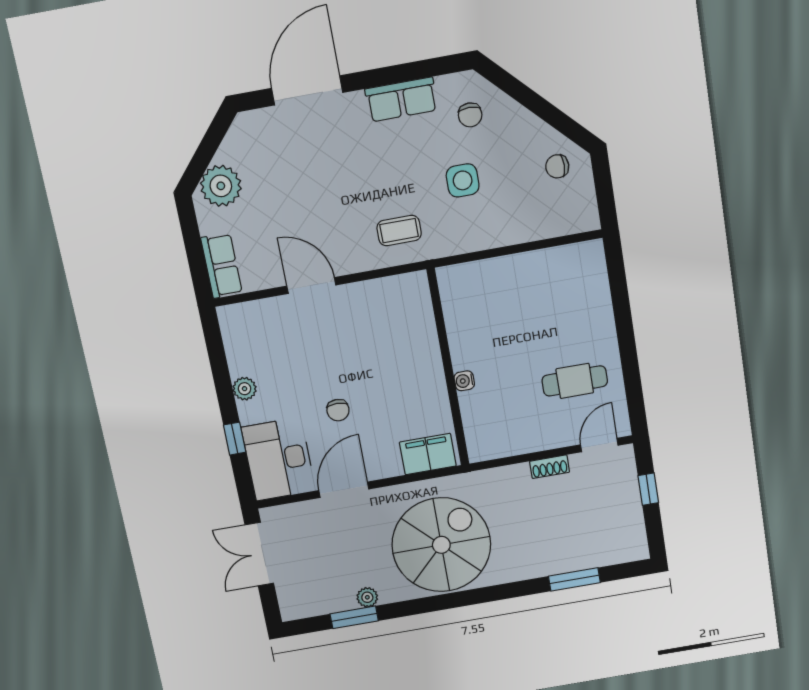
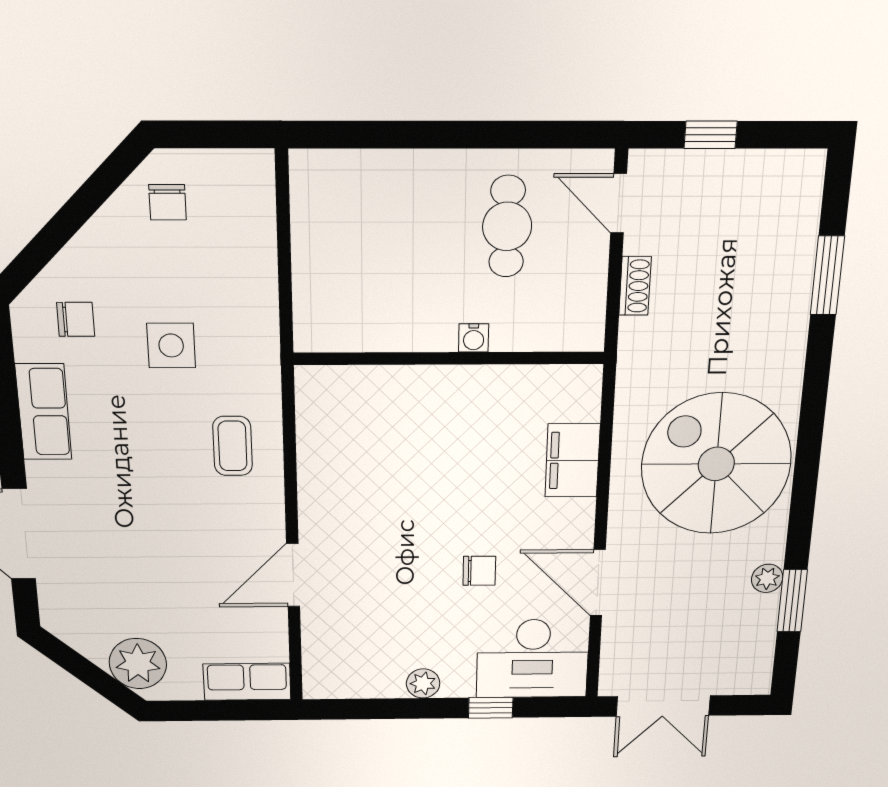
wall: (448, 368) -> (449, 358), moved
water cooler: (464, 381) -> (474, 338), moved

